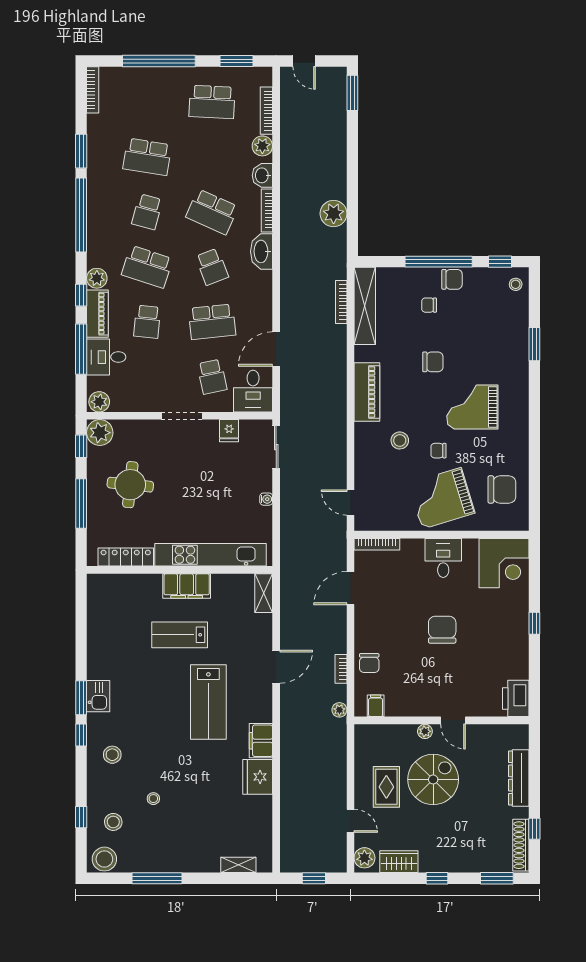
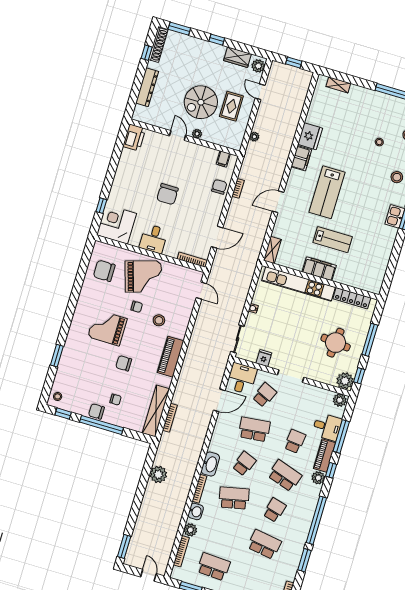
school desk: (212, 212) -> (234, 498), turned -36
school desk: (212, 267) -> (244, 464), turned 42
school desk: (212, 377) -> (264, 395), turned 36
grand piano: (472, 407) -> (107, 328), turned 180
window: (534, 623) -> (101, 206), moved
lab bench: (208, 702) -> (327, 192), turned 180
plant: (339, 710) -> (254, 137), moved

